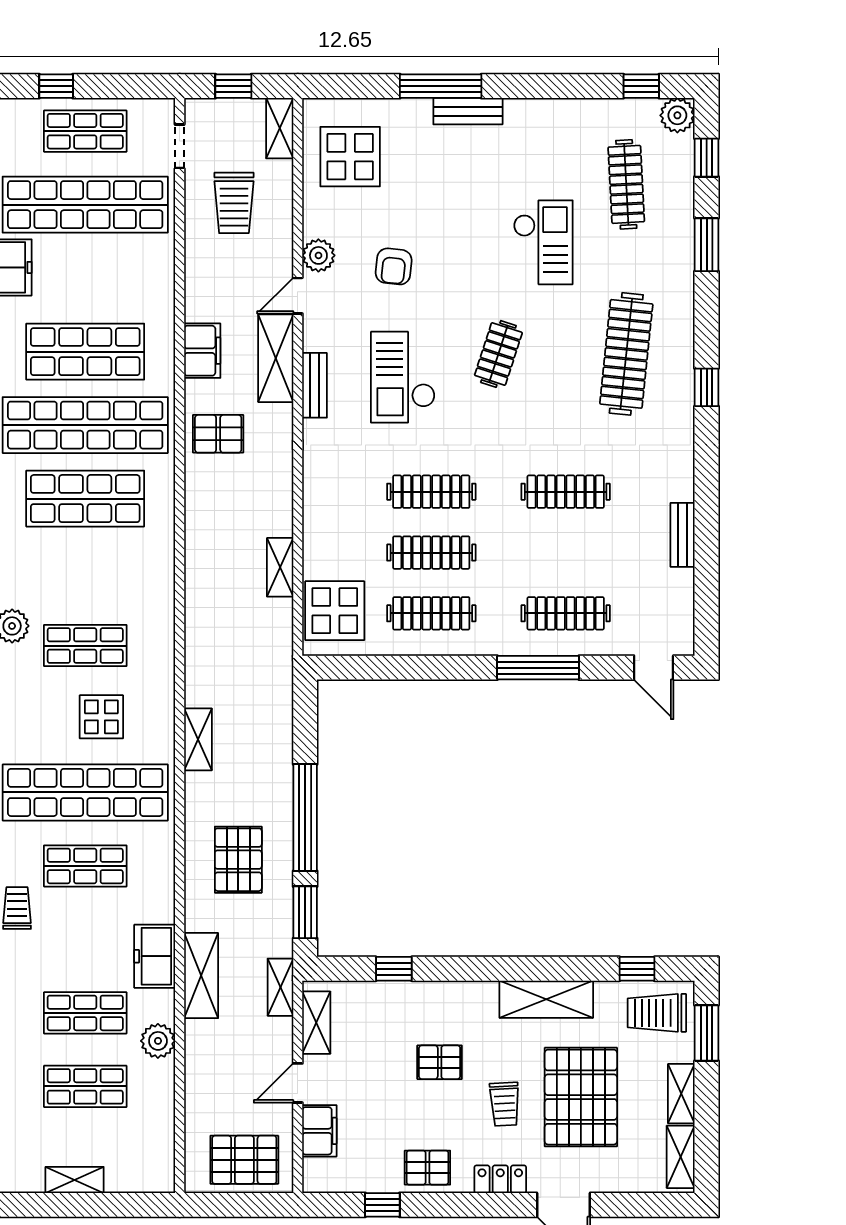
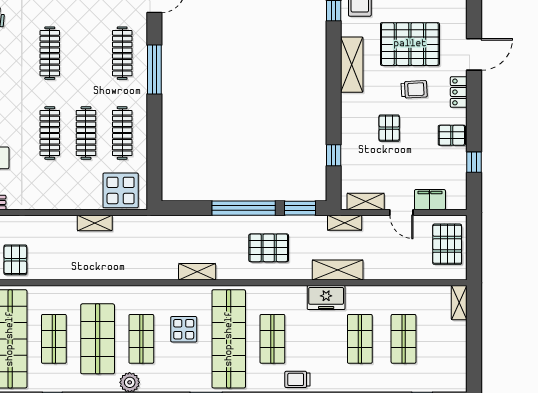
shop shelf: (85, 499) -> (54, 339), width x0.70, depth x0.74
shop shelf: (85, 572) -> (98, 339), added
plant: (158, 1041) -> (376, 296), removed
pallet: (427, 1168) -> (452, 135), turned 90
shelving: (75, 1180) -> (459, 303), moved

